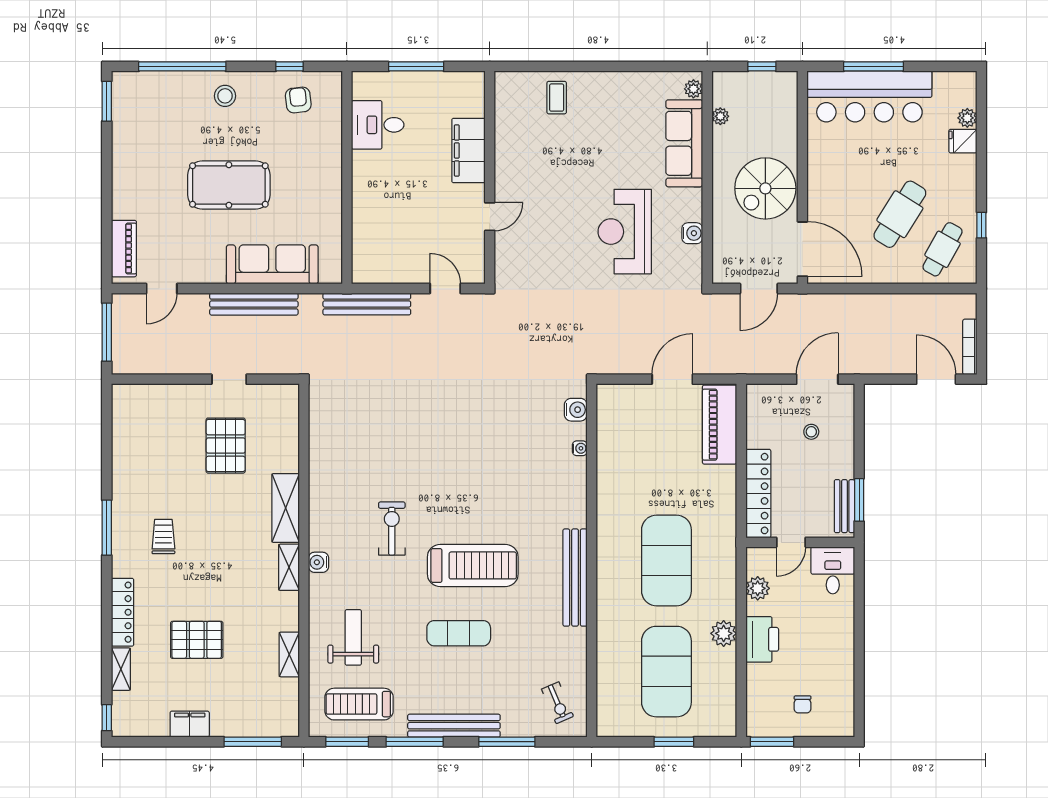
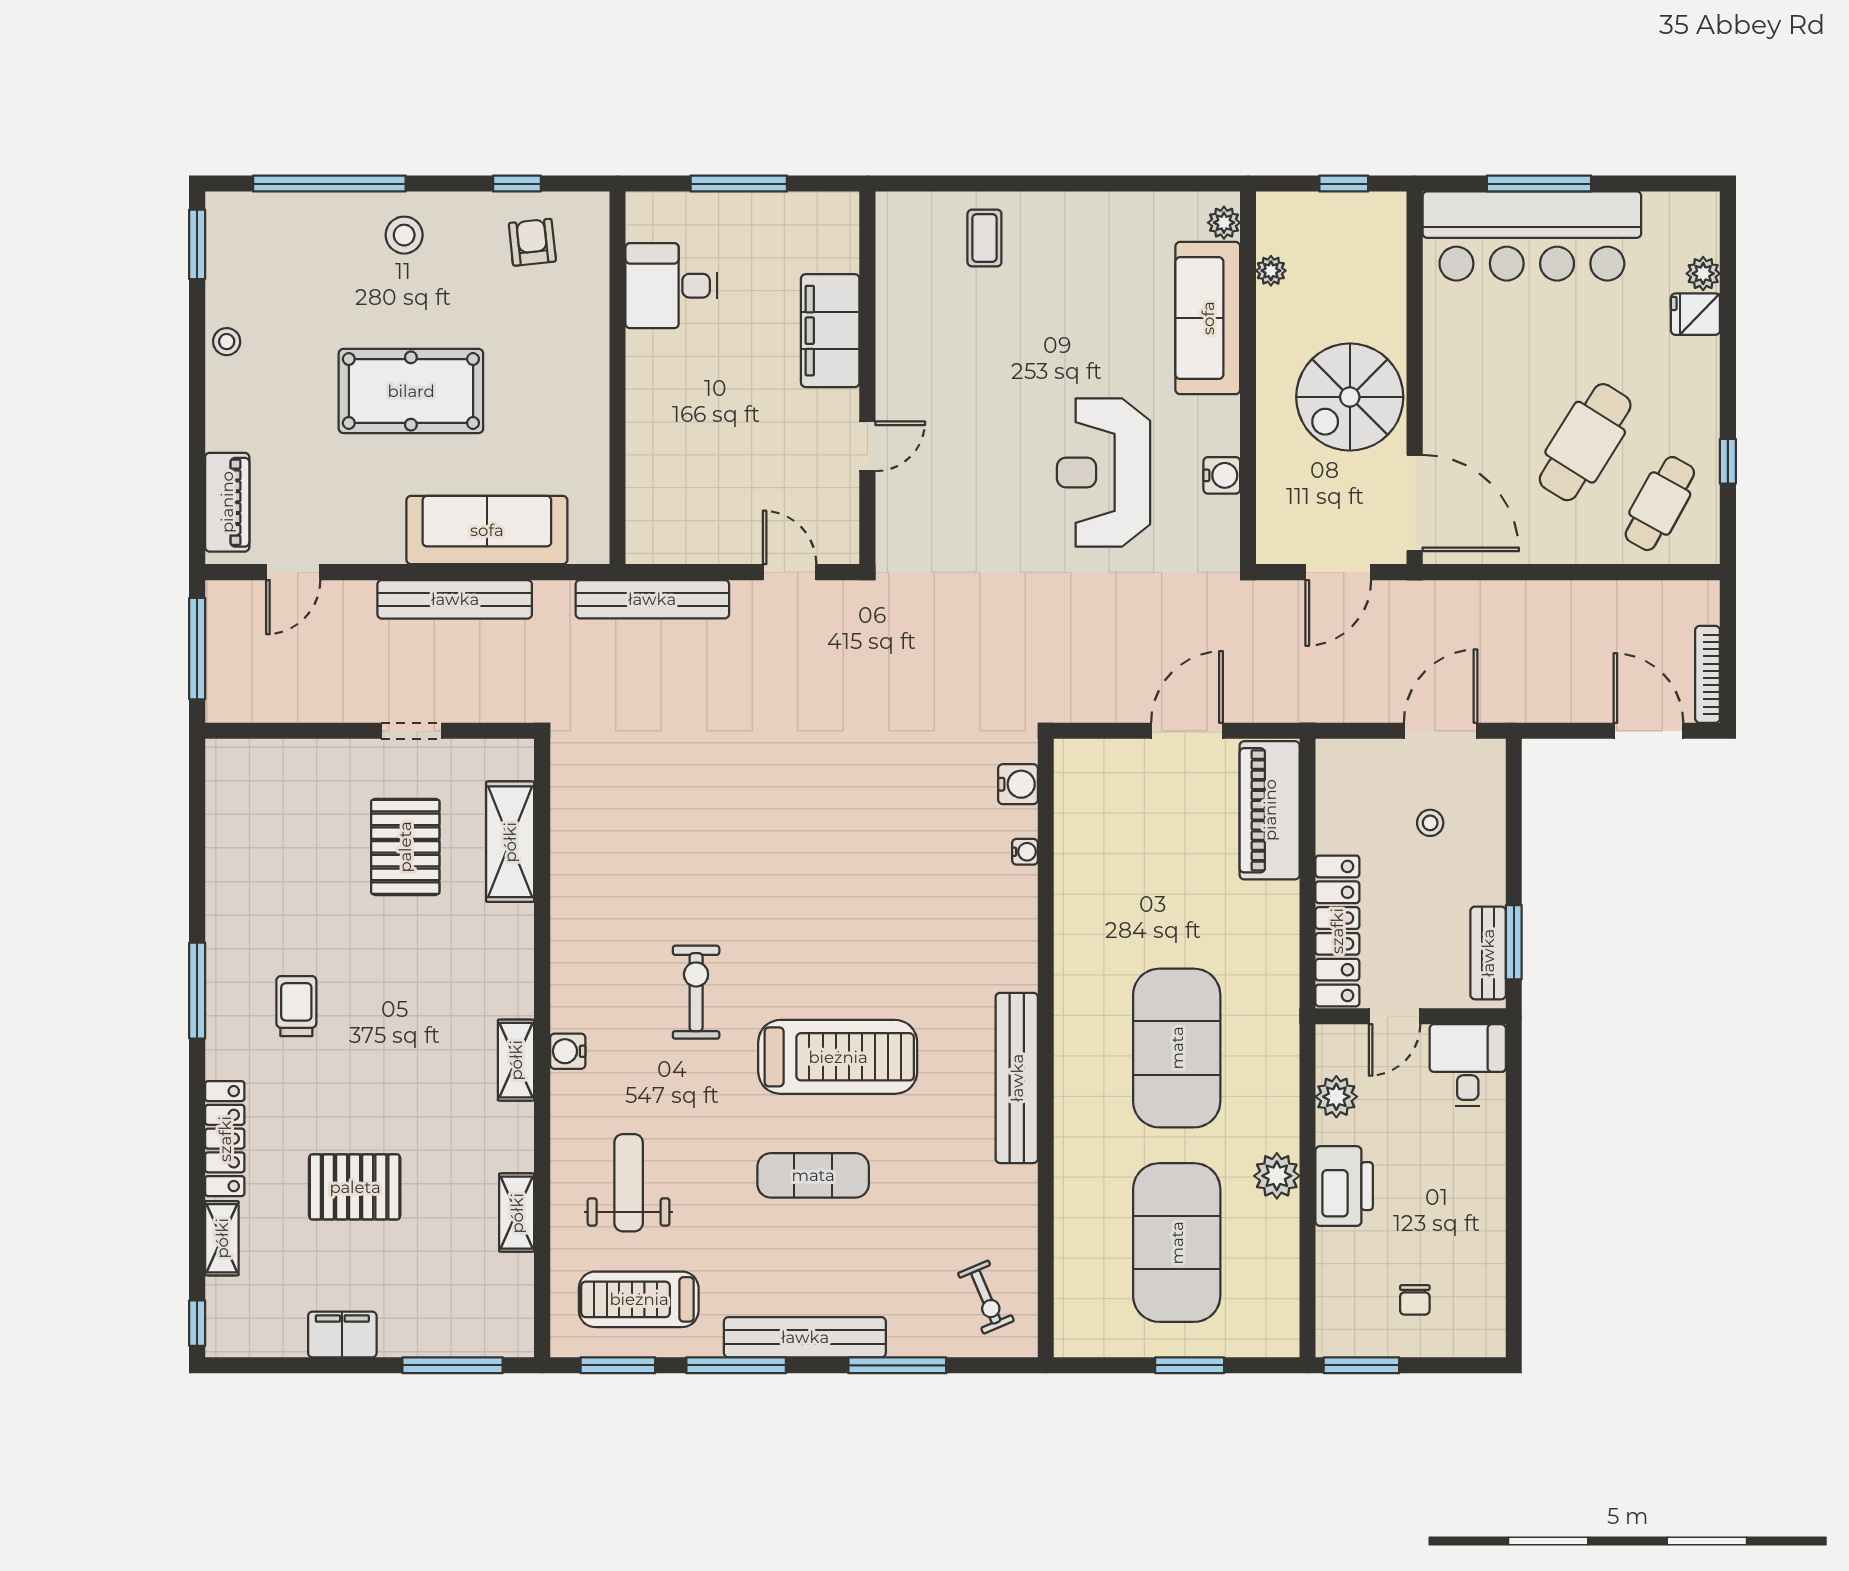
stool: (124, 157) -> (227, 342), added
shelving: (286, 508) -> (510, 842), moved

